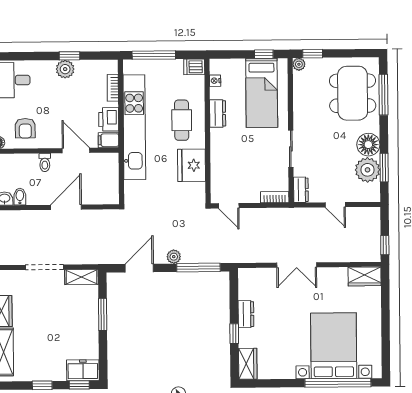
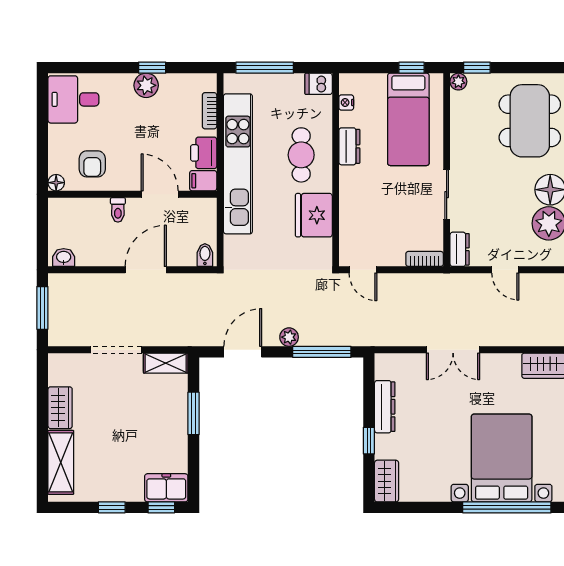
bidet: (20, 197) -> (205, 255), moved
dresser: (246, 314) -> (385, 407), width x1.44

